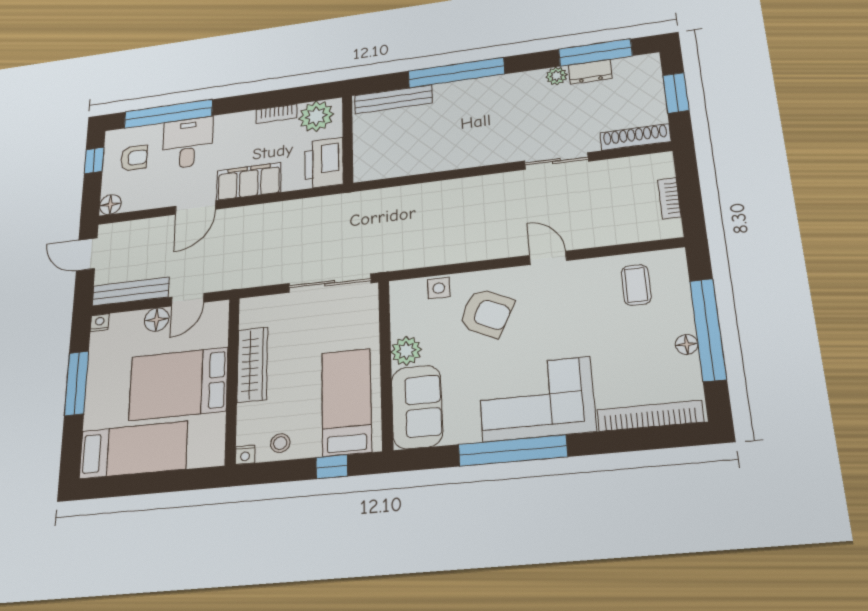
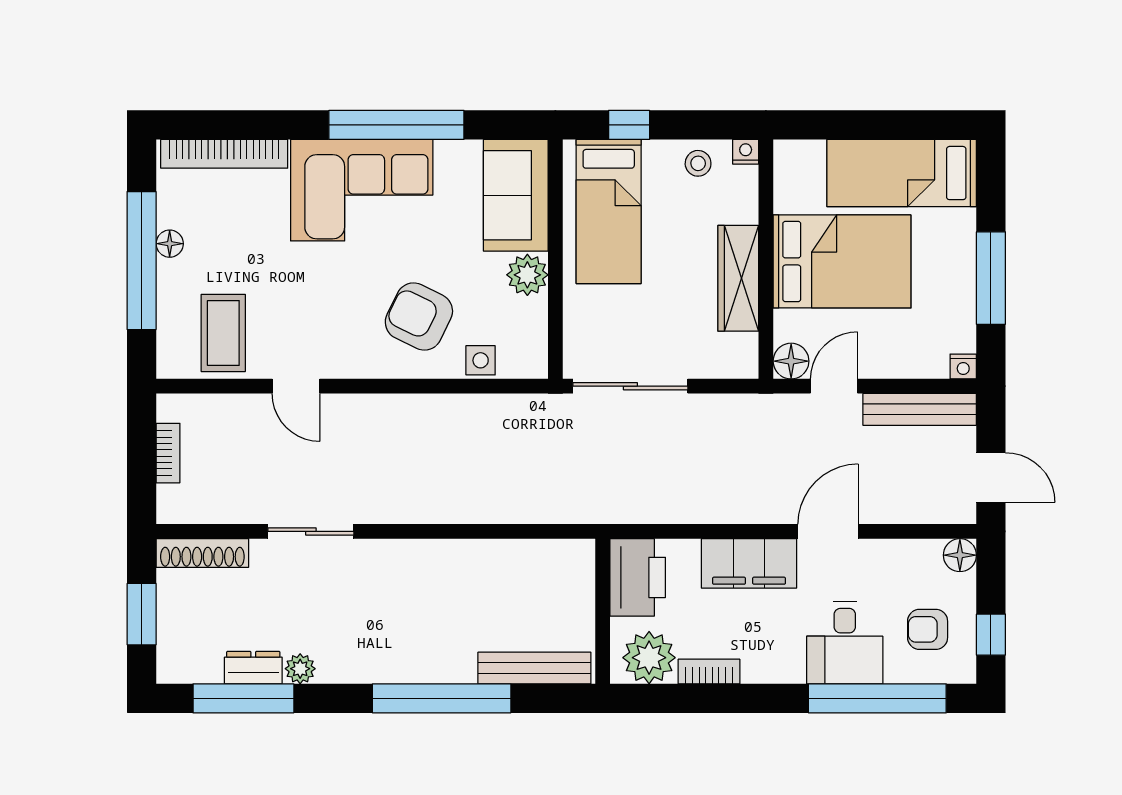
door: (548, 258) -> (296, 386), moved
coffee table: (636, 285) -> (223, 333), width x1.36, depth x1.30
floor lamp: (157, 320) -> (791, 361), moved

